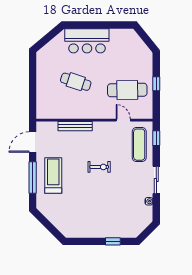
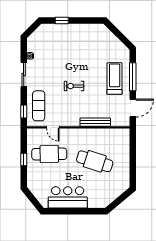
bar counter: (87, 41) -> (68, 197), moved
cafe table: (76, 82) -> (95, 161), width x1.37, depth x1.35
treadmill: (53, 176) -> (115, 79), turned 180

